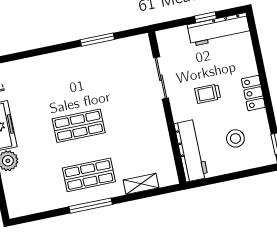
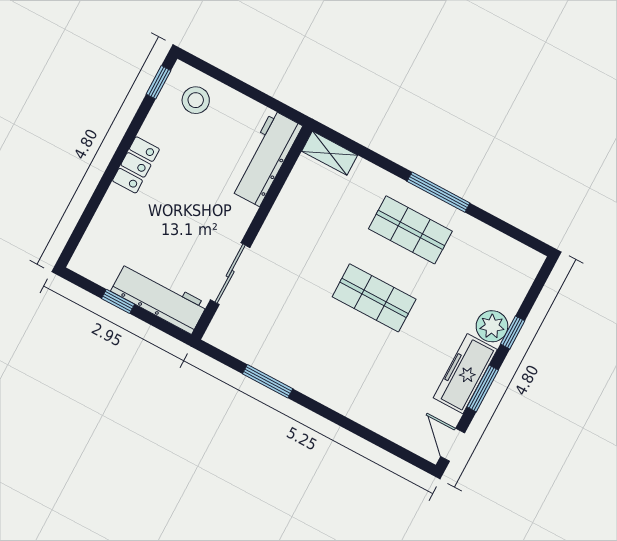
workbench: (219, 30) -> (159, 298), moved
trolley: (208, 94) -> (190, 209), removed
stool: (235, 138) -> (196, 100), moved
shelving: (141, 184) -> (330, 153), moved

